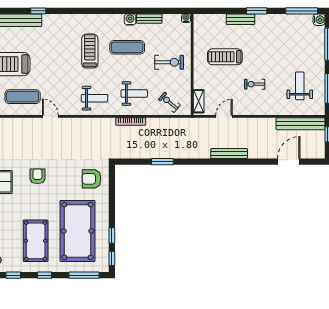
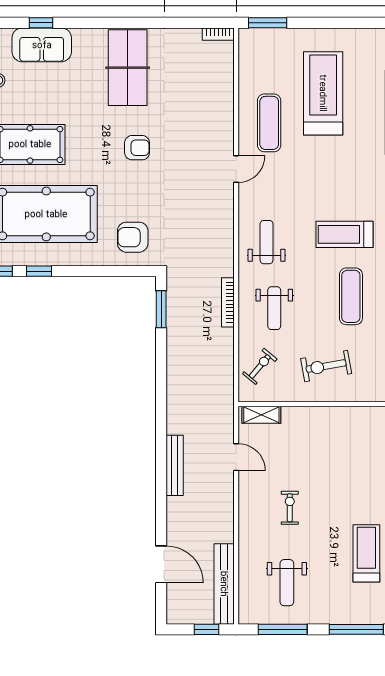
treadmill: (90, 51) -> (345, 234), turned 180
treadmill: (225, 57) -> (366, 553), moved
exercise bike: (169, 62) -> (326, 366), turned 80
weight bench: (300, 86) -> (287, 583), turned 90
weight bench: (94, 98) -> (267, 242), turned 180
window: (162, 162) -> (161, 309), moved
armchair: (91, 179) -> (133, 237), turned -90

